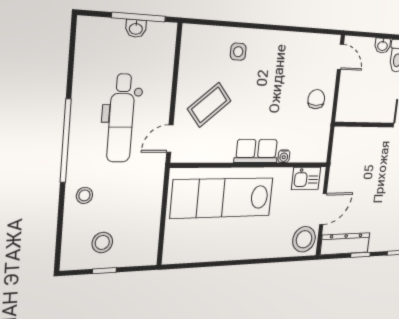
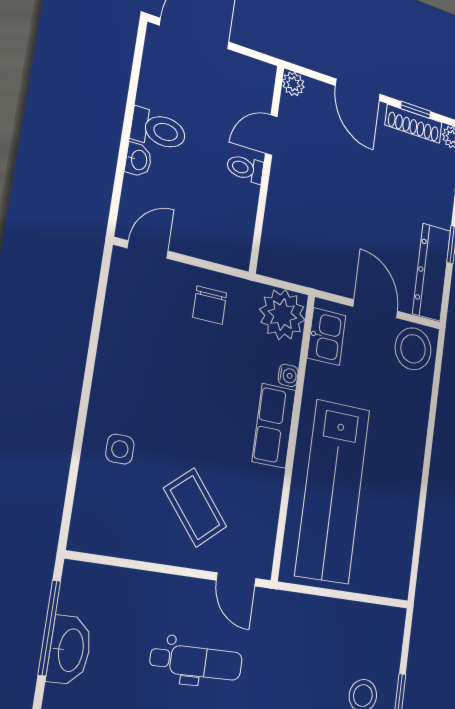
washbasin: (136, 28) -> (70, 650), width x1.91, depth x1.45
chair: (316, 99) -> (210, 305), turned -90
toilet: (385, 112) -> (245, 168), added
dental chair: (121, 118) -> (196, 662), width x0.73, depth x0.72
plant: (315, 147) -> (282, 315), added

